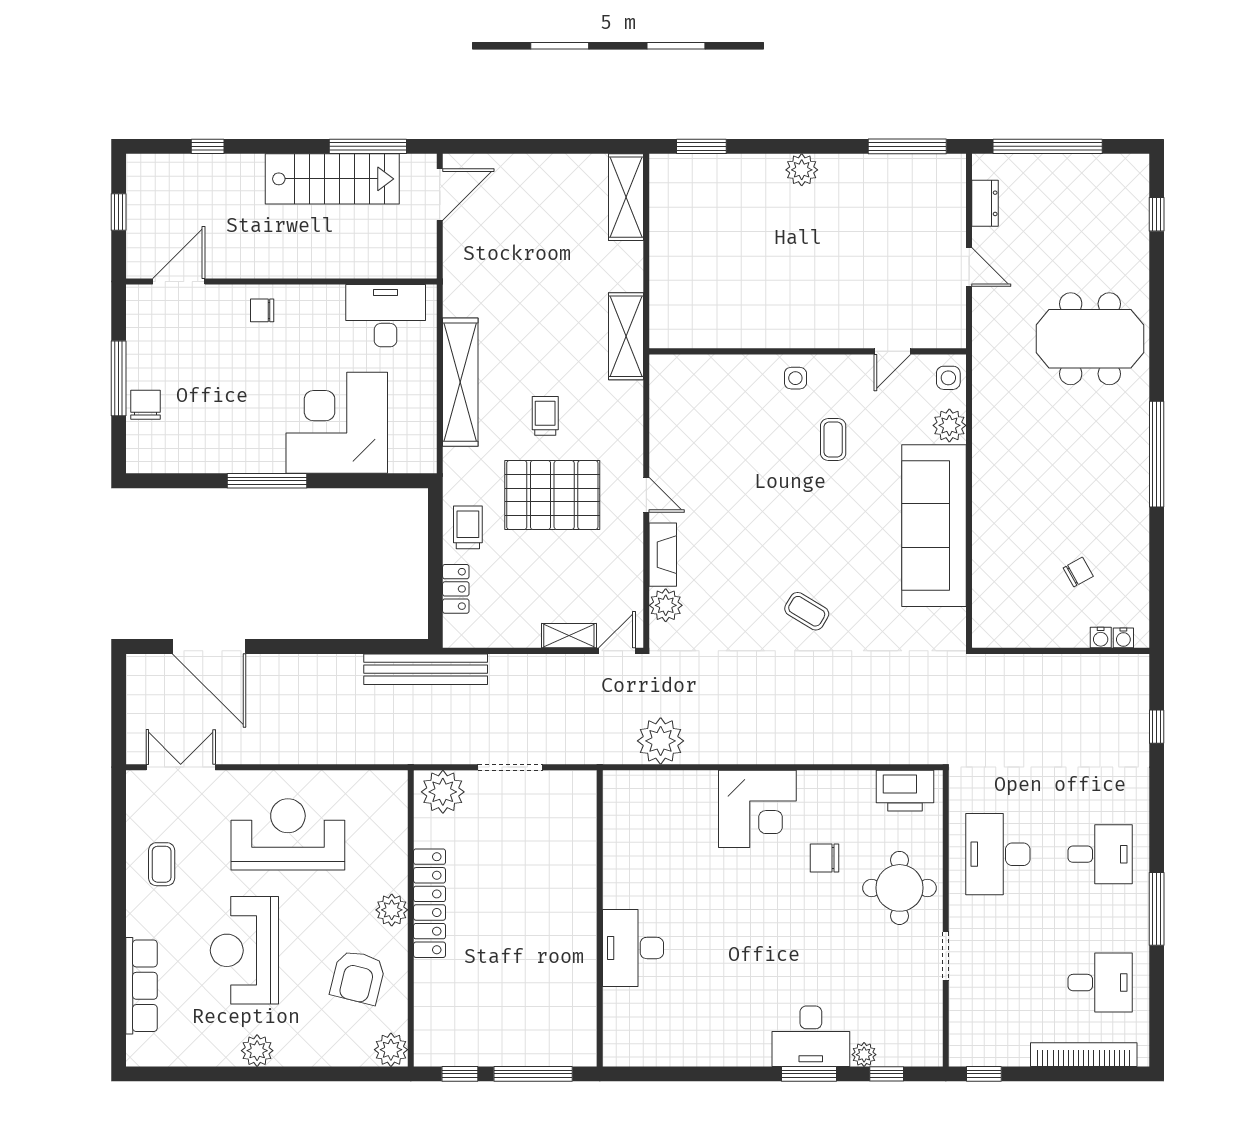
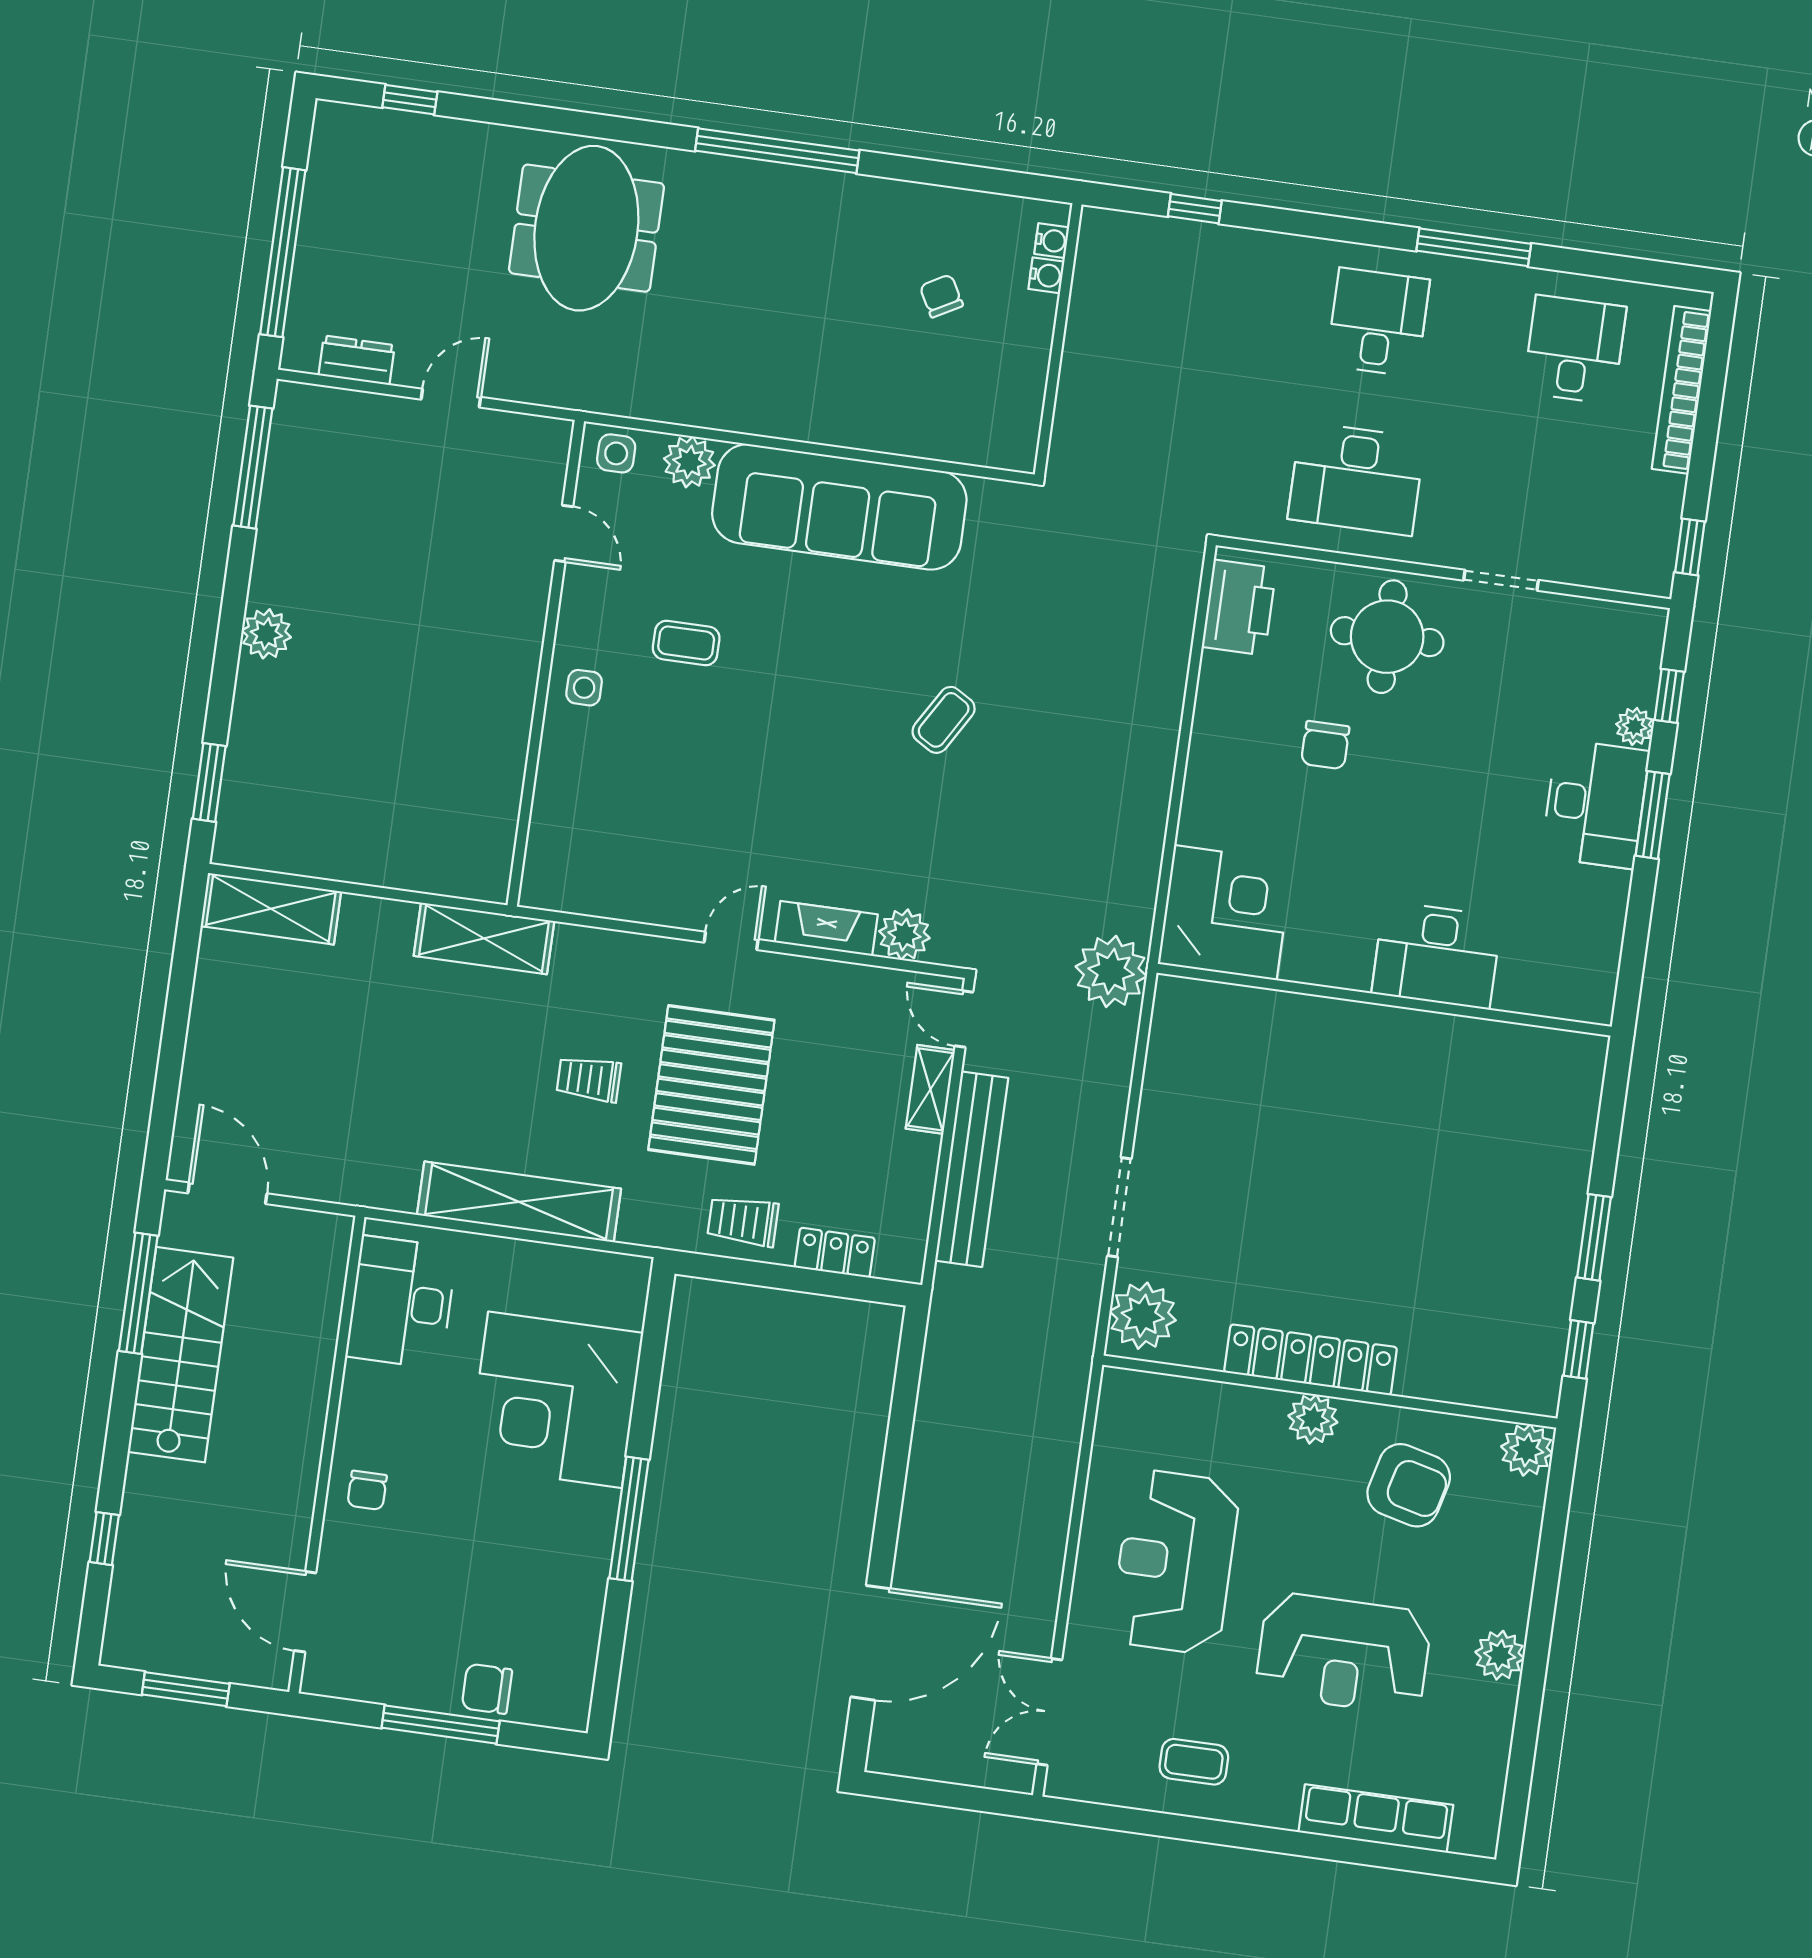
window: (119, 212) -> (186, 1689), width x1.50
bench: (426, 669) -> (972, 1169), moved
corner desk: (757, 809) -> (1225, 913), moved
wall: (600, 918) -> (1384, 1000), moved
desk: (633, 948) -> (1437, 955), moved
window: (533, 1074) -> (1594, 1237), width x0.69

